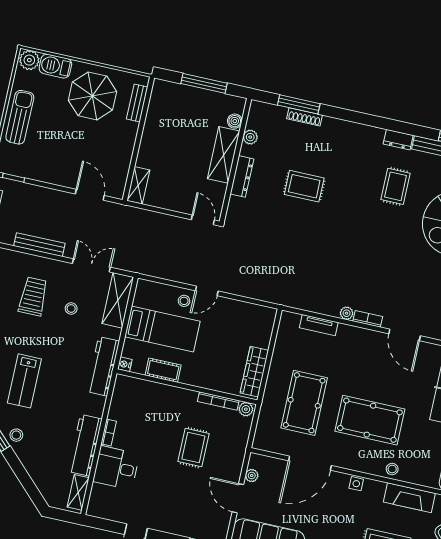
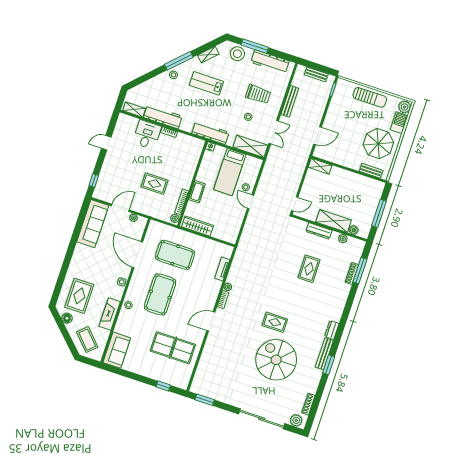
rug: (396, 186) -> (275, 322), moved
cot: (163, 370) -> (197, 192), moved

